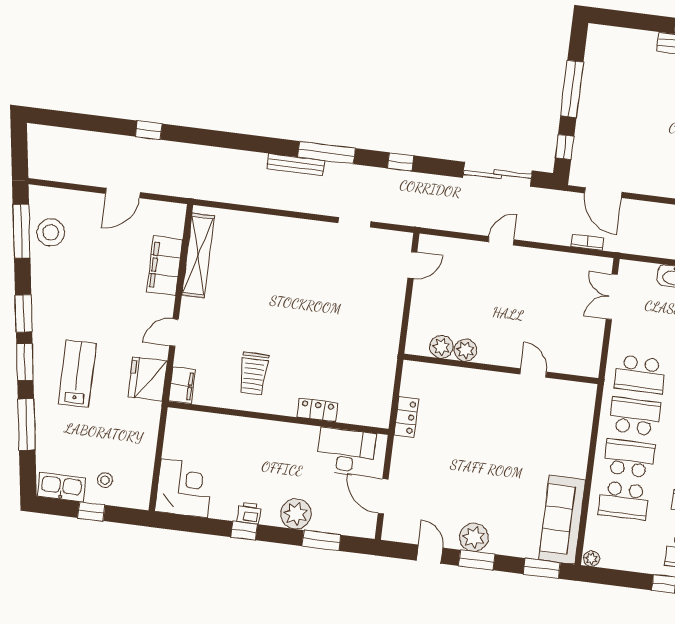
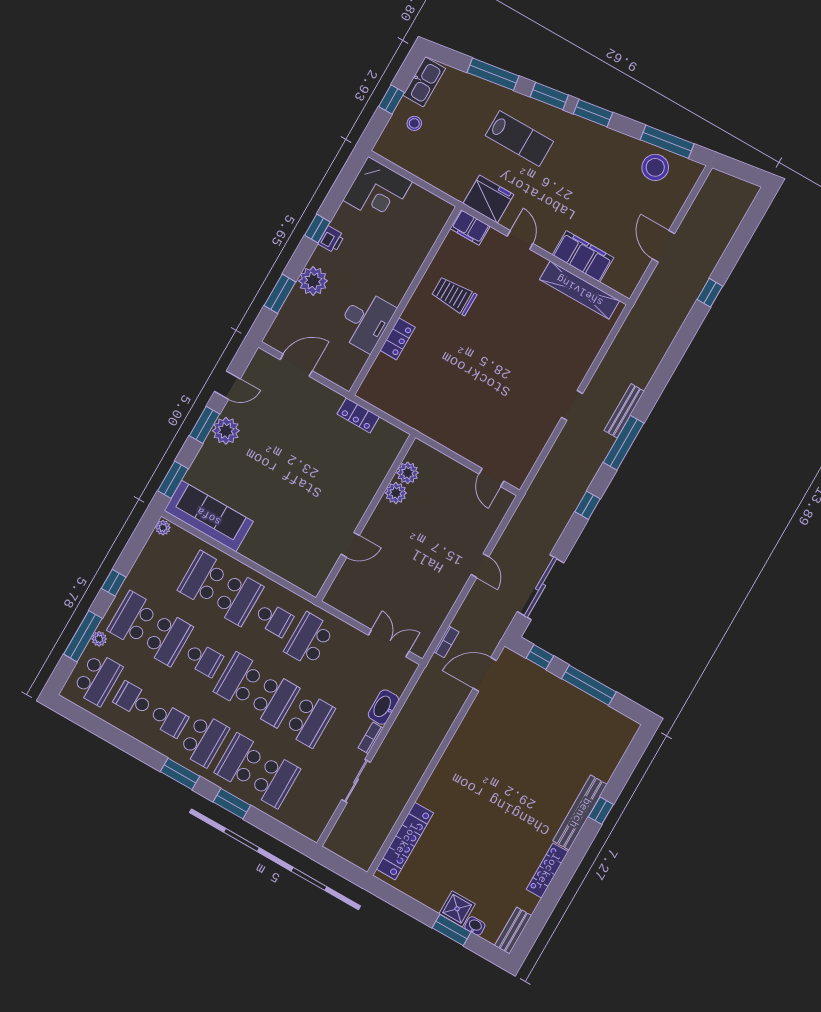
doorway: (354, 222) -> (572, 405), moved
school desk: (635, 416) -> (274, 619), width x0.54
desk: (346, 452) -> (366, 321), moved

